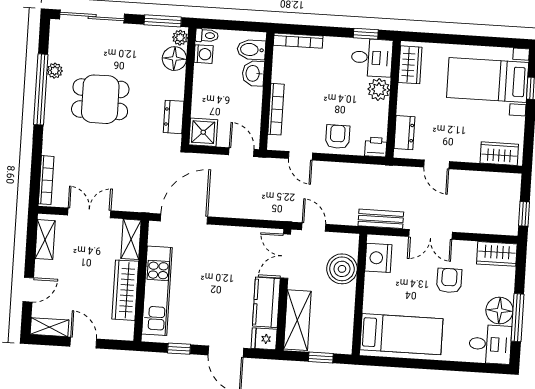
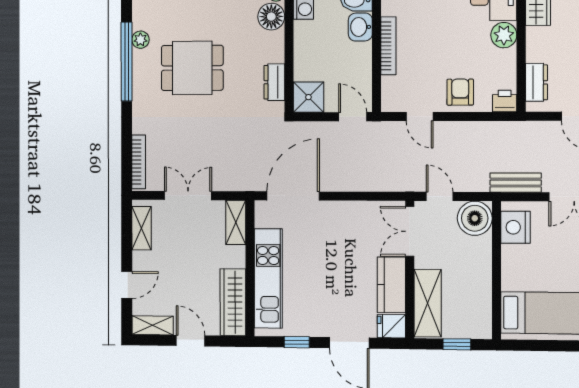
bookcase: (276, 109) -> (388, 46), moved
boiler: (342, 269) -> (475, 218), moved
wardrobe: (125, 290) -> (233, 302), moved

